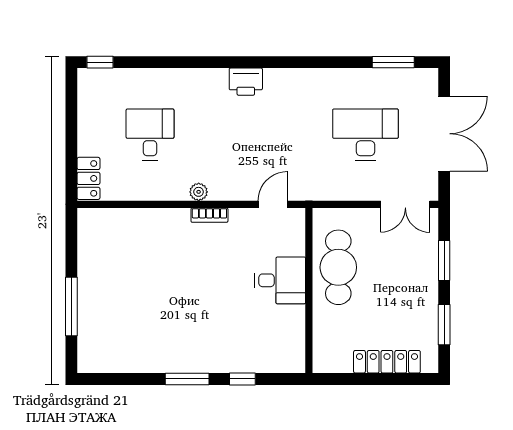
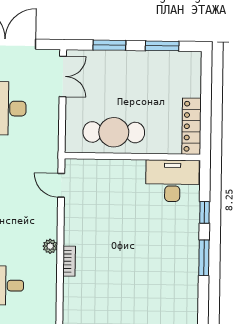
bookcase: (209, 215) -> (69, 261), moved
desk: (280, 280) -> (172, 181), moved, width x1.37
locker: (387, 362) -> (192, 126), moved

